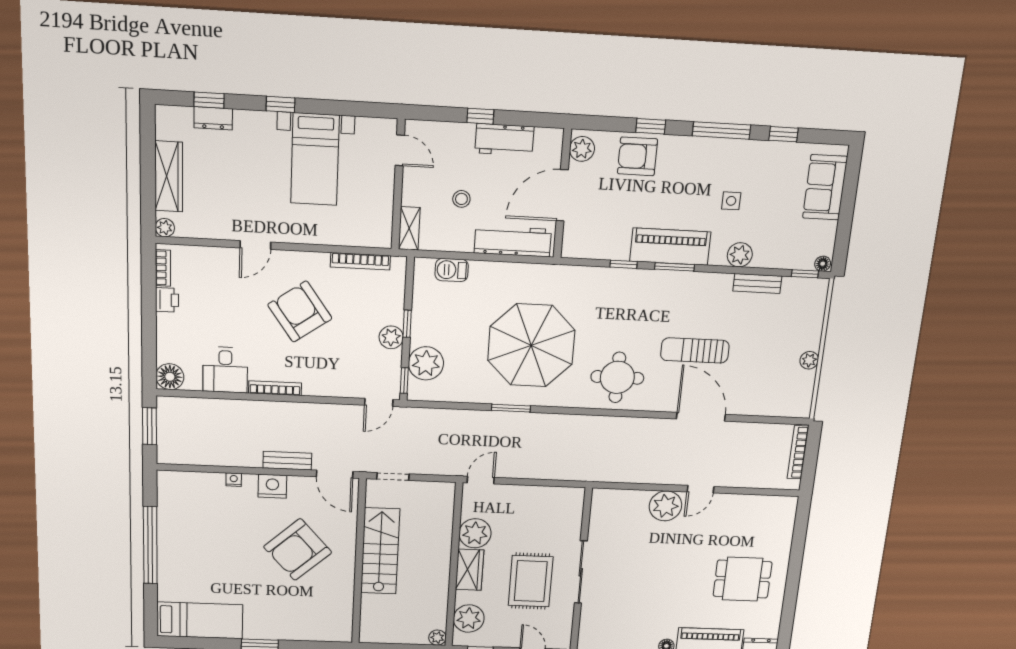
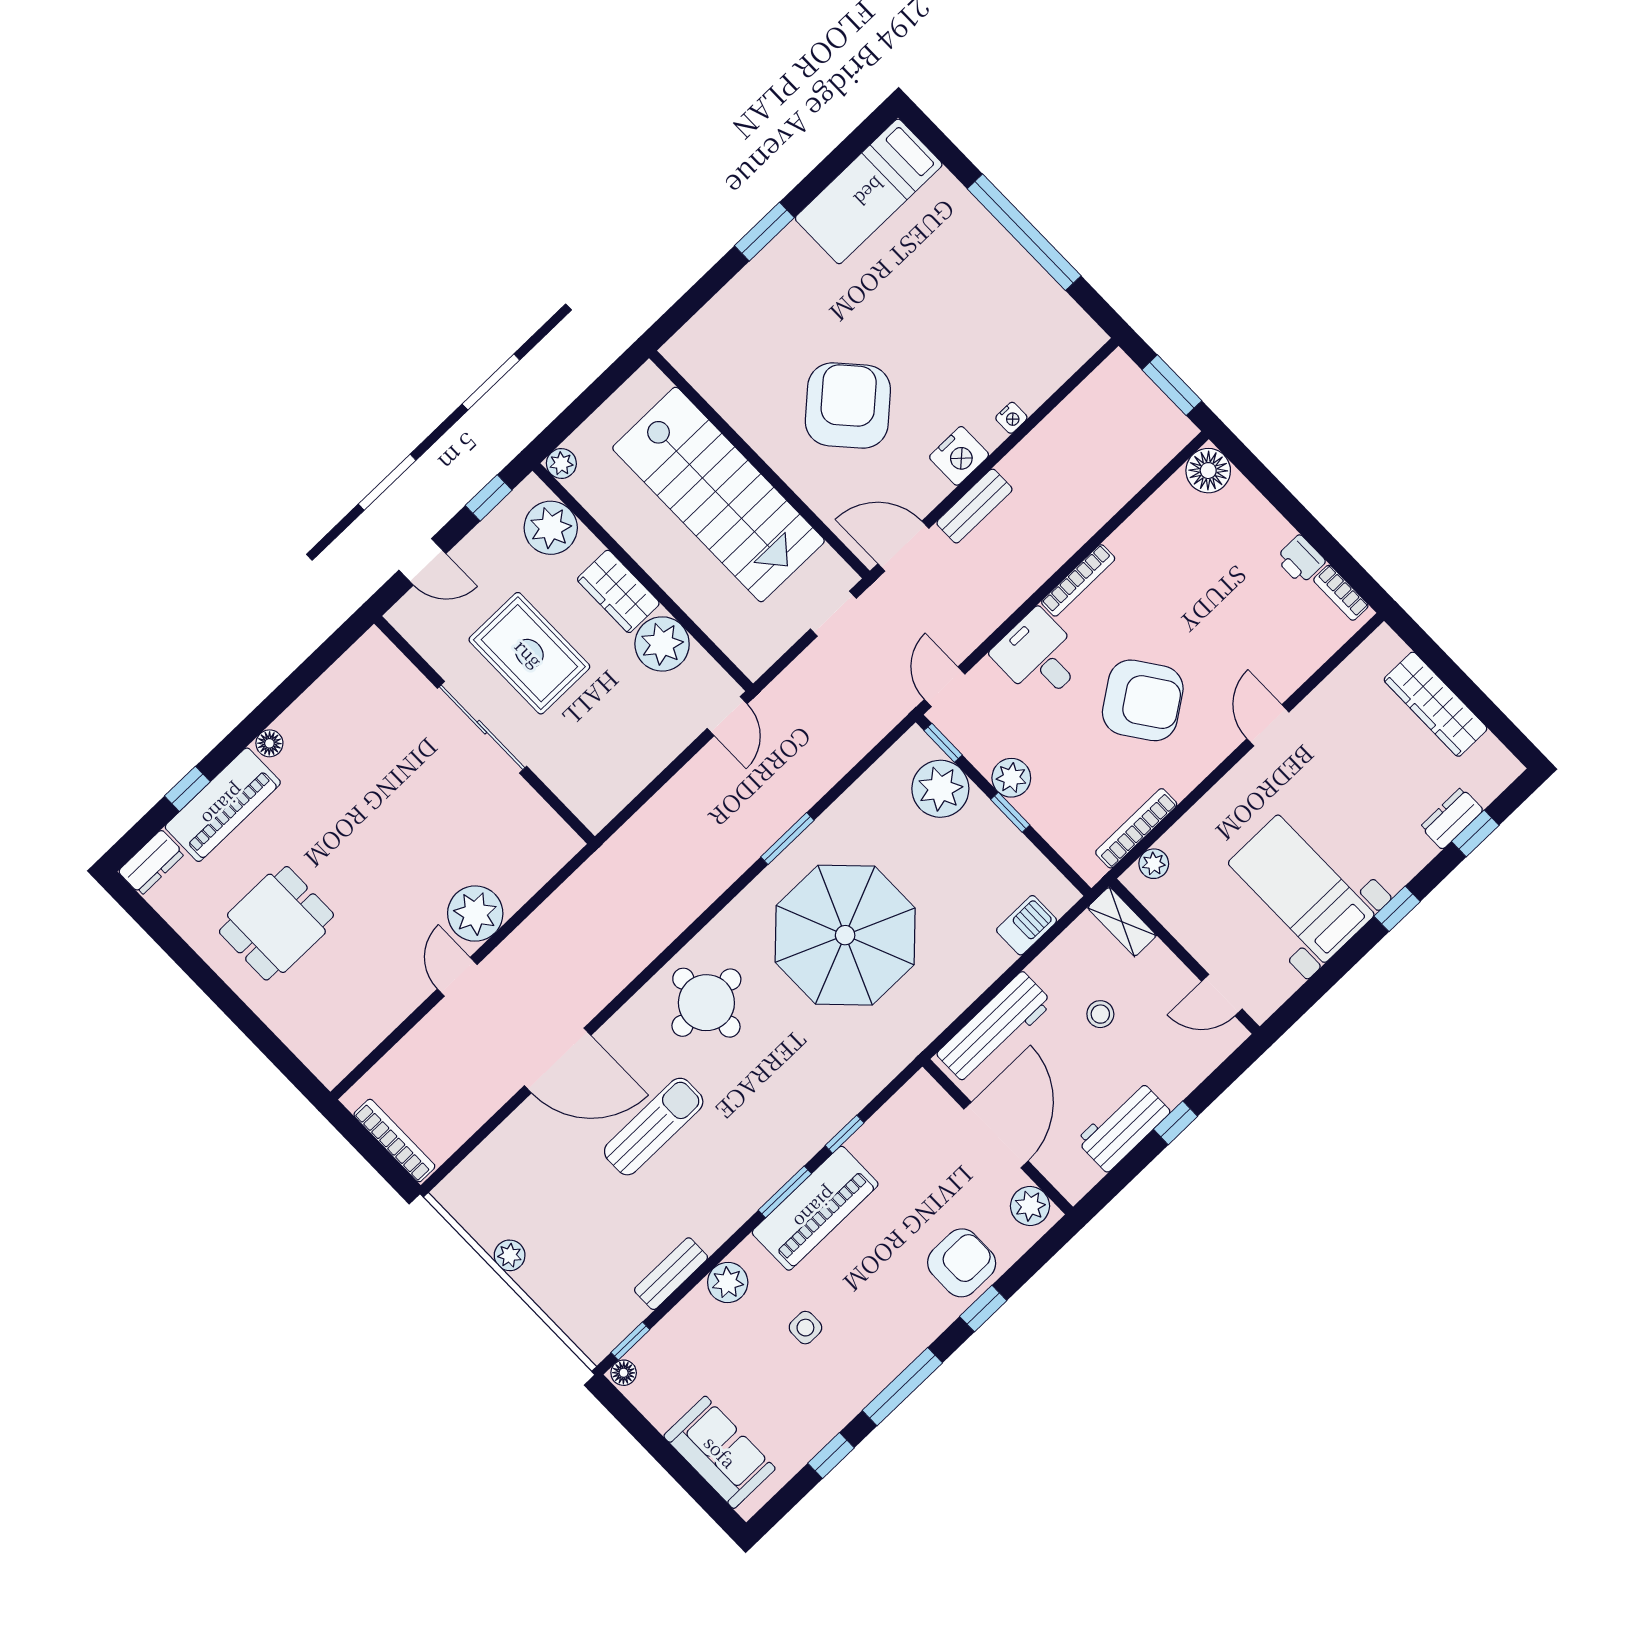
plant: (165, 228) -> (1154, 864), moved
desk: (225, 370) -> (1039, 656), moved
stairs: (380, 551) -> (718, 494), width x1.36, depth x1.51

